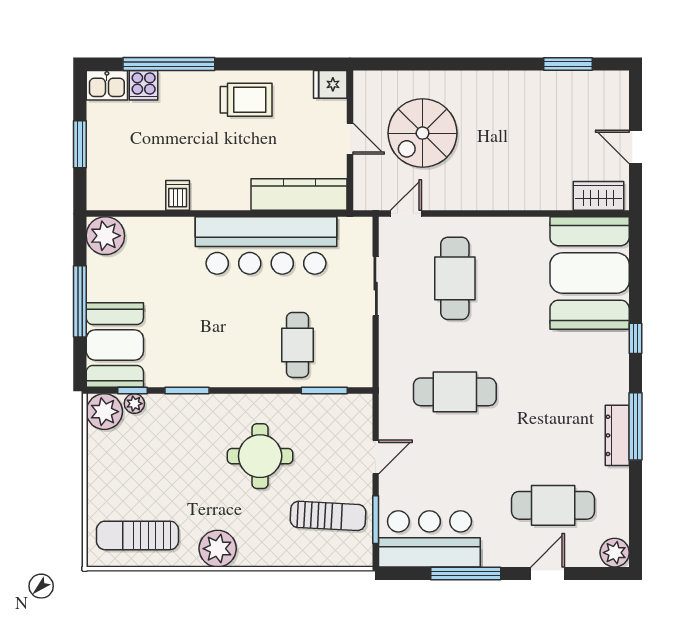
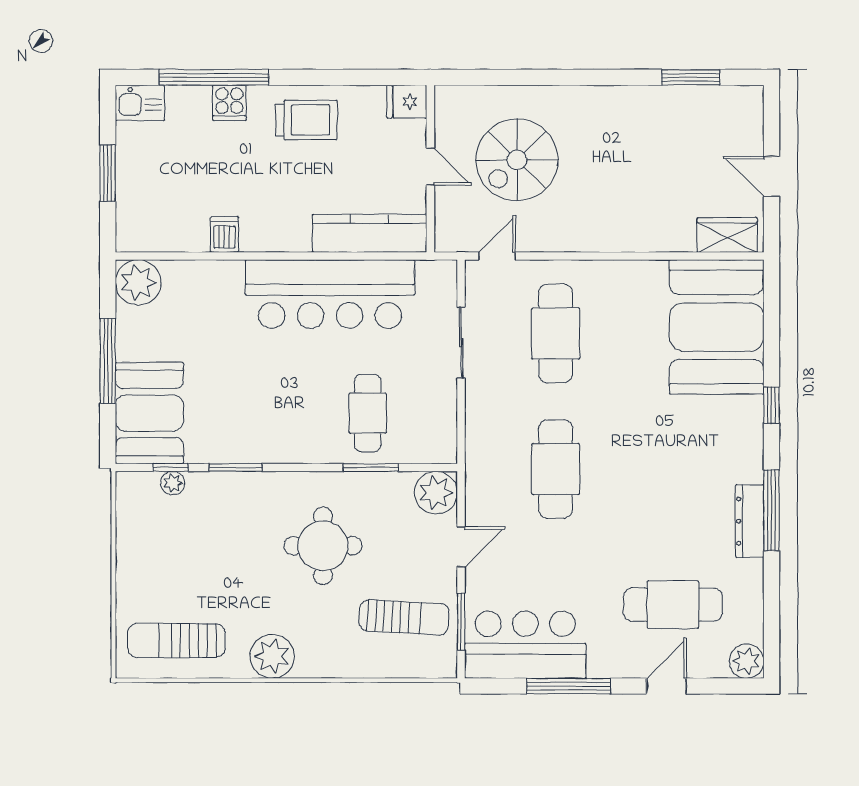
cooker: (144, 85) -> (229, 103), moved
window: (324, 391) -> (371, 467), moved
cafe table: (455, 392) -> (556, 469), turned 90
plant: (104, 412) -> (436, 493), moved

